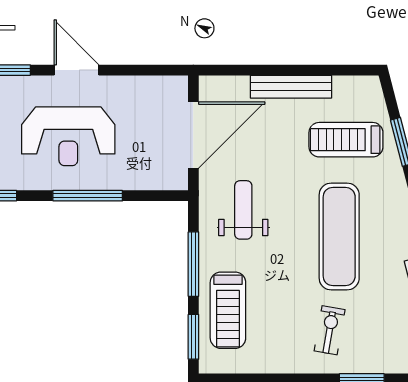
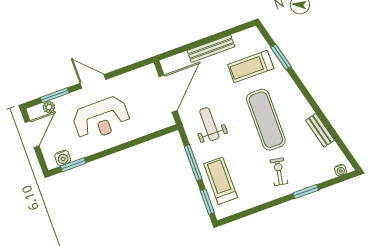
window: (88, 196) -> (123, 147), removed
treadmill: (228, 310) -> (221, 181), turned 180

